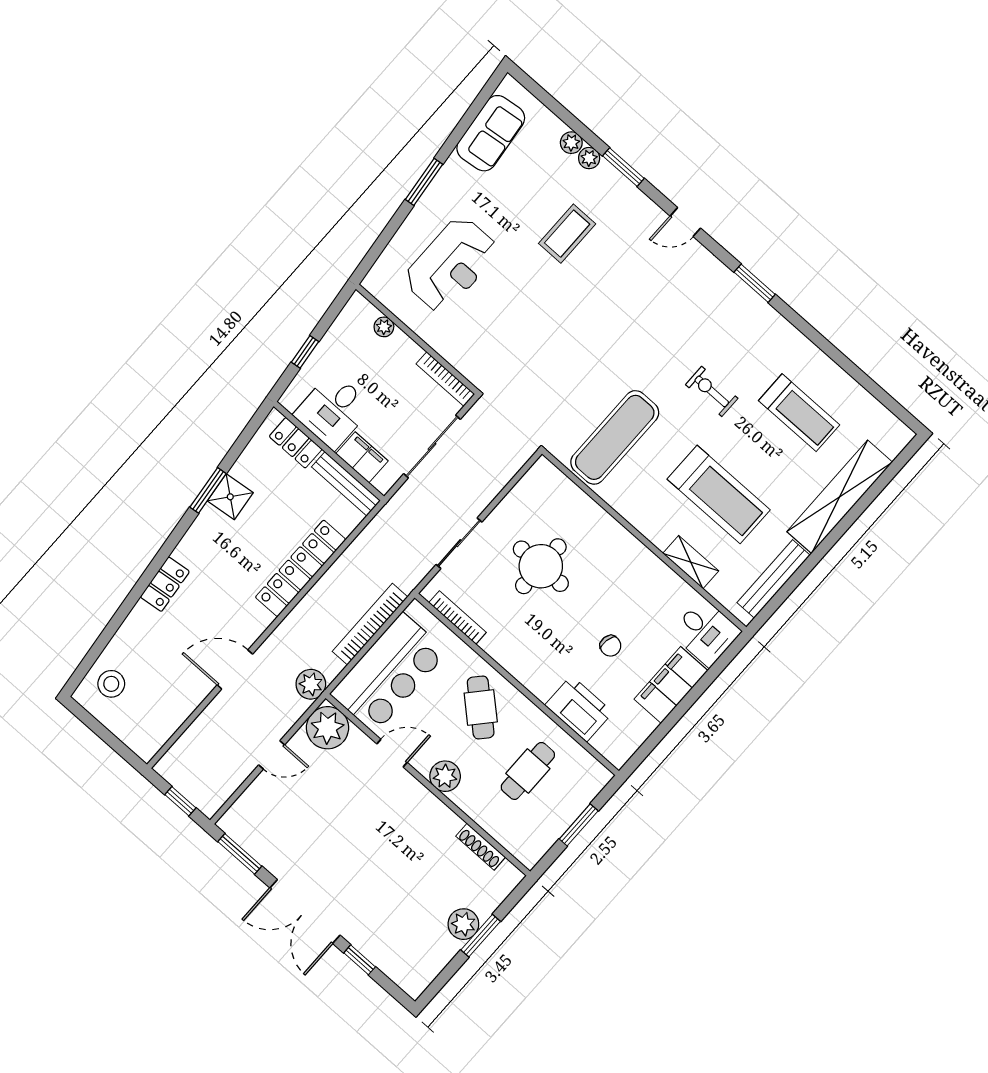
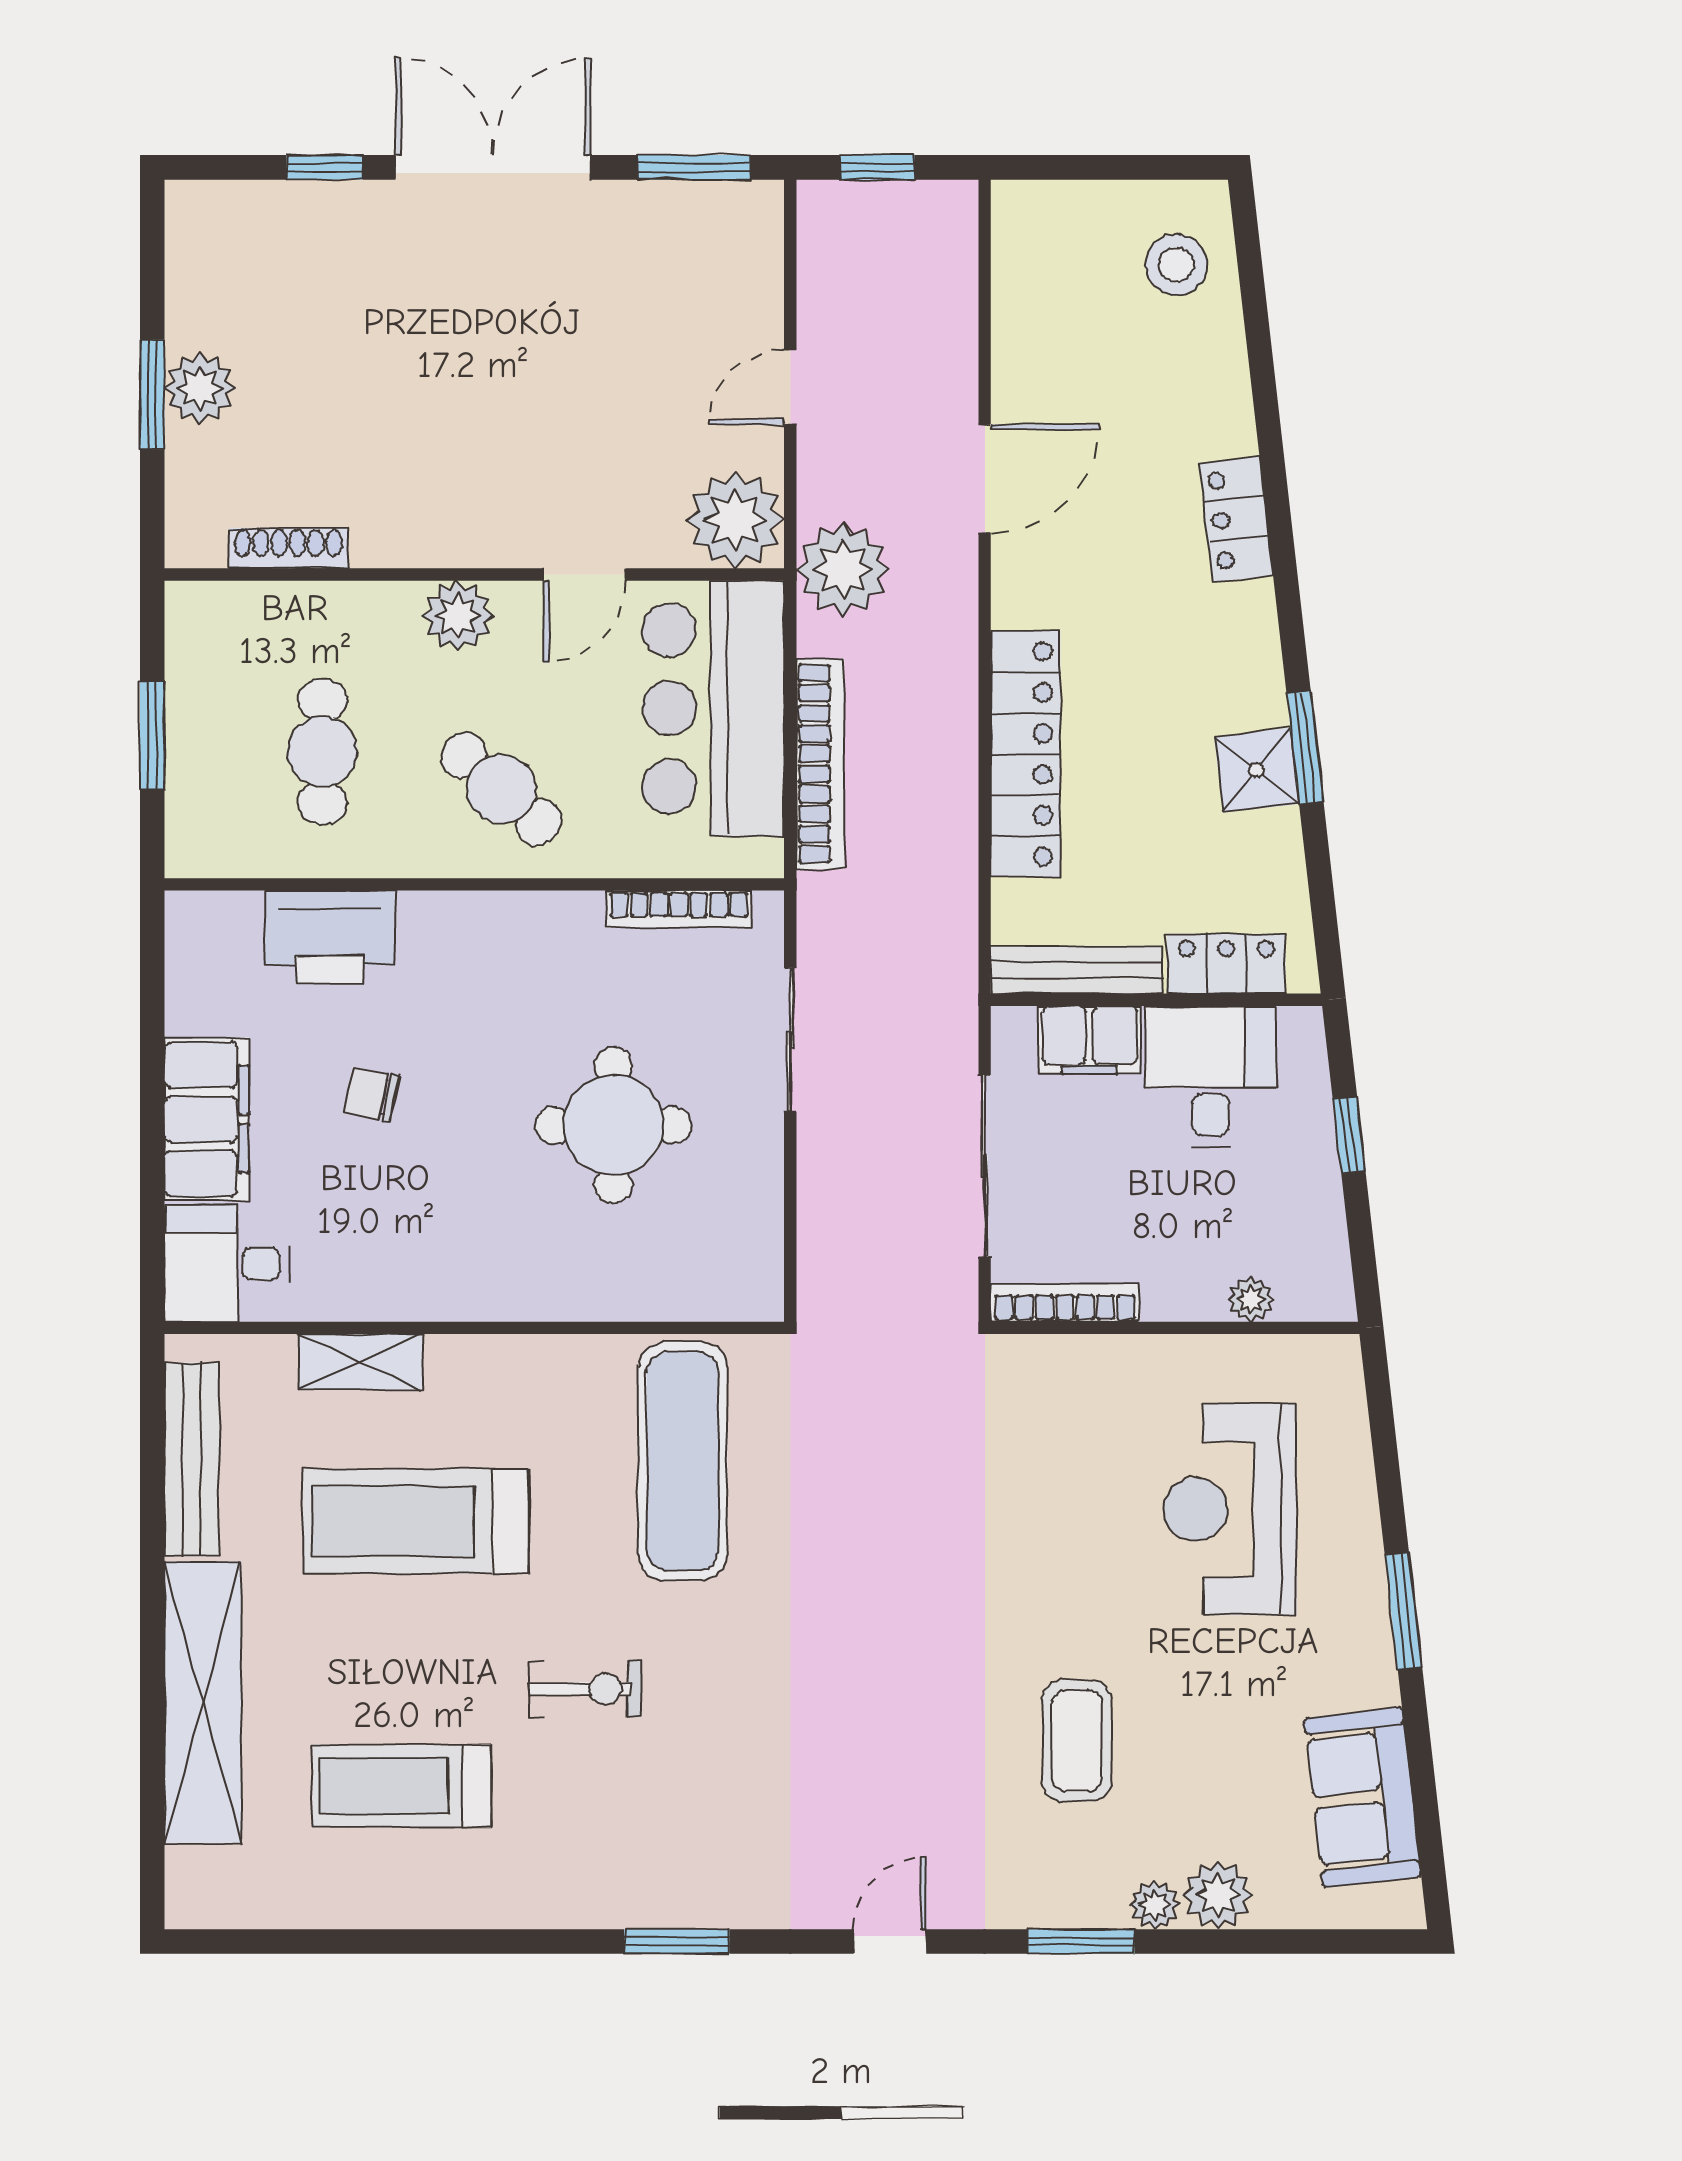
plant: (571, 143) -> (1218, 1895), width x1.38, depth x1.38
plant: (311, 684) -> (843, 569), width x1.36, depth x1.36

